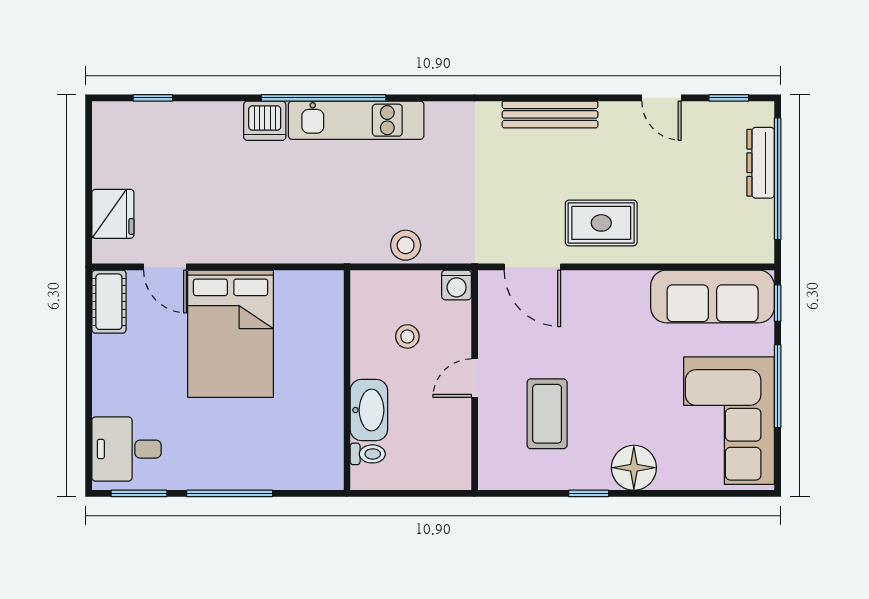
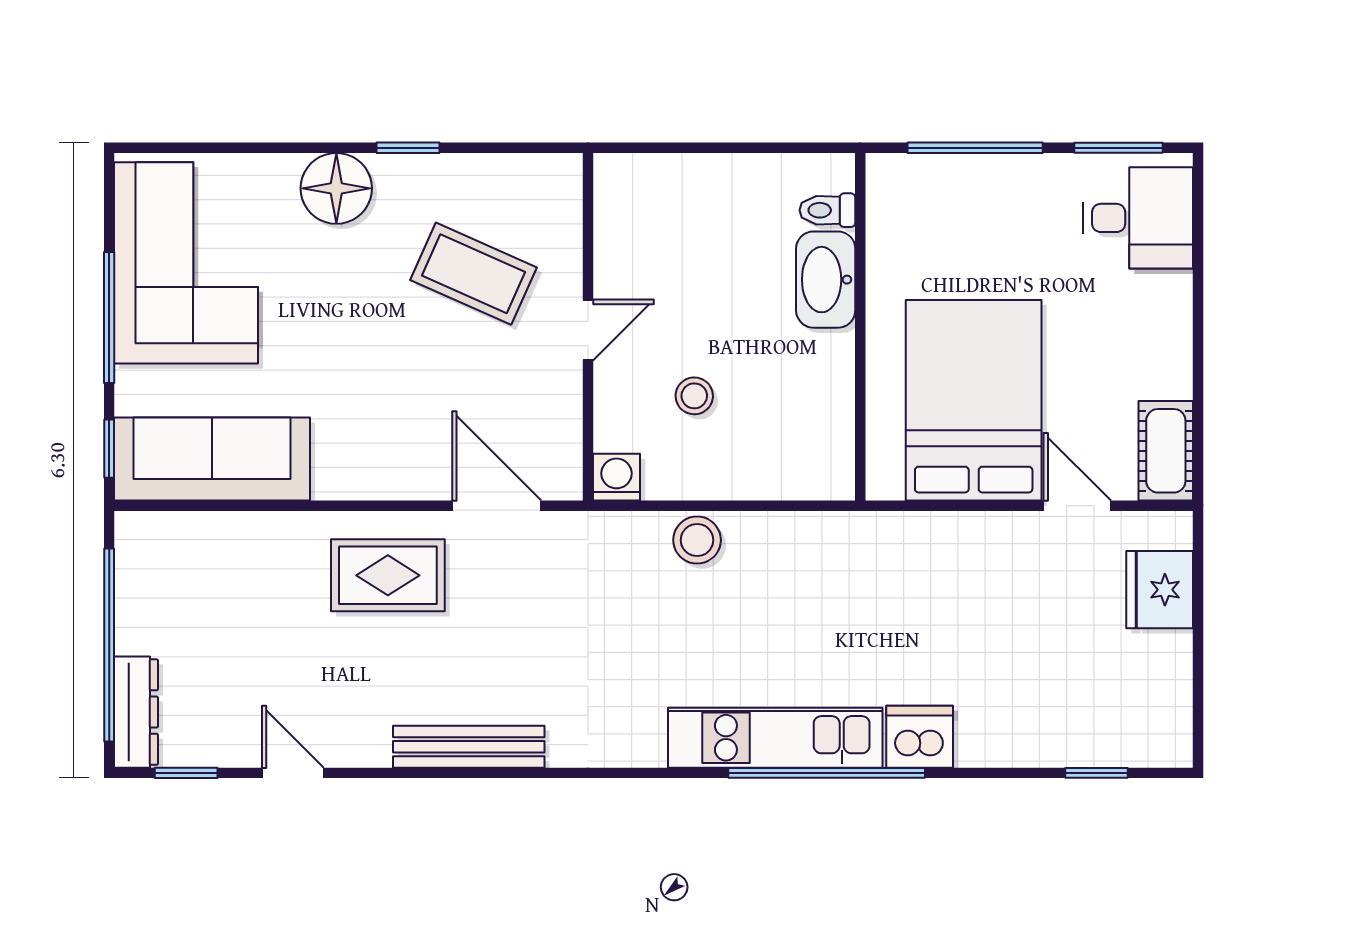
dresser: (761, 163) -> (136, 712), moved
wall: (347, 380) -> (860, 327), moved
washbasin: (369, 410) -> (826, 280), moved
coffee table: (547, 414) -> (473, 274), turned -66
toilet: (368, 454) -> (827, 210), moved

